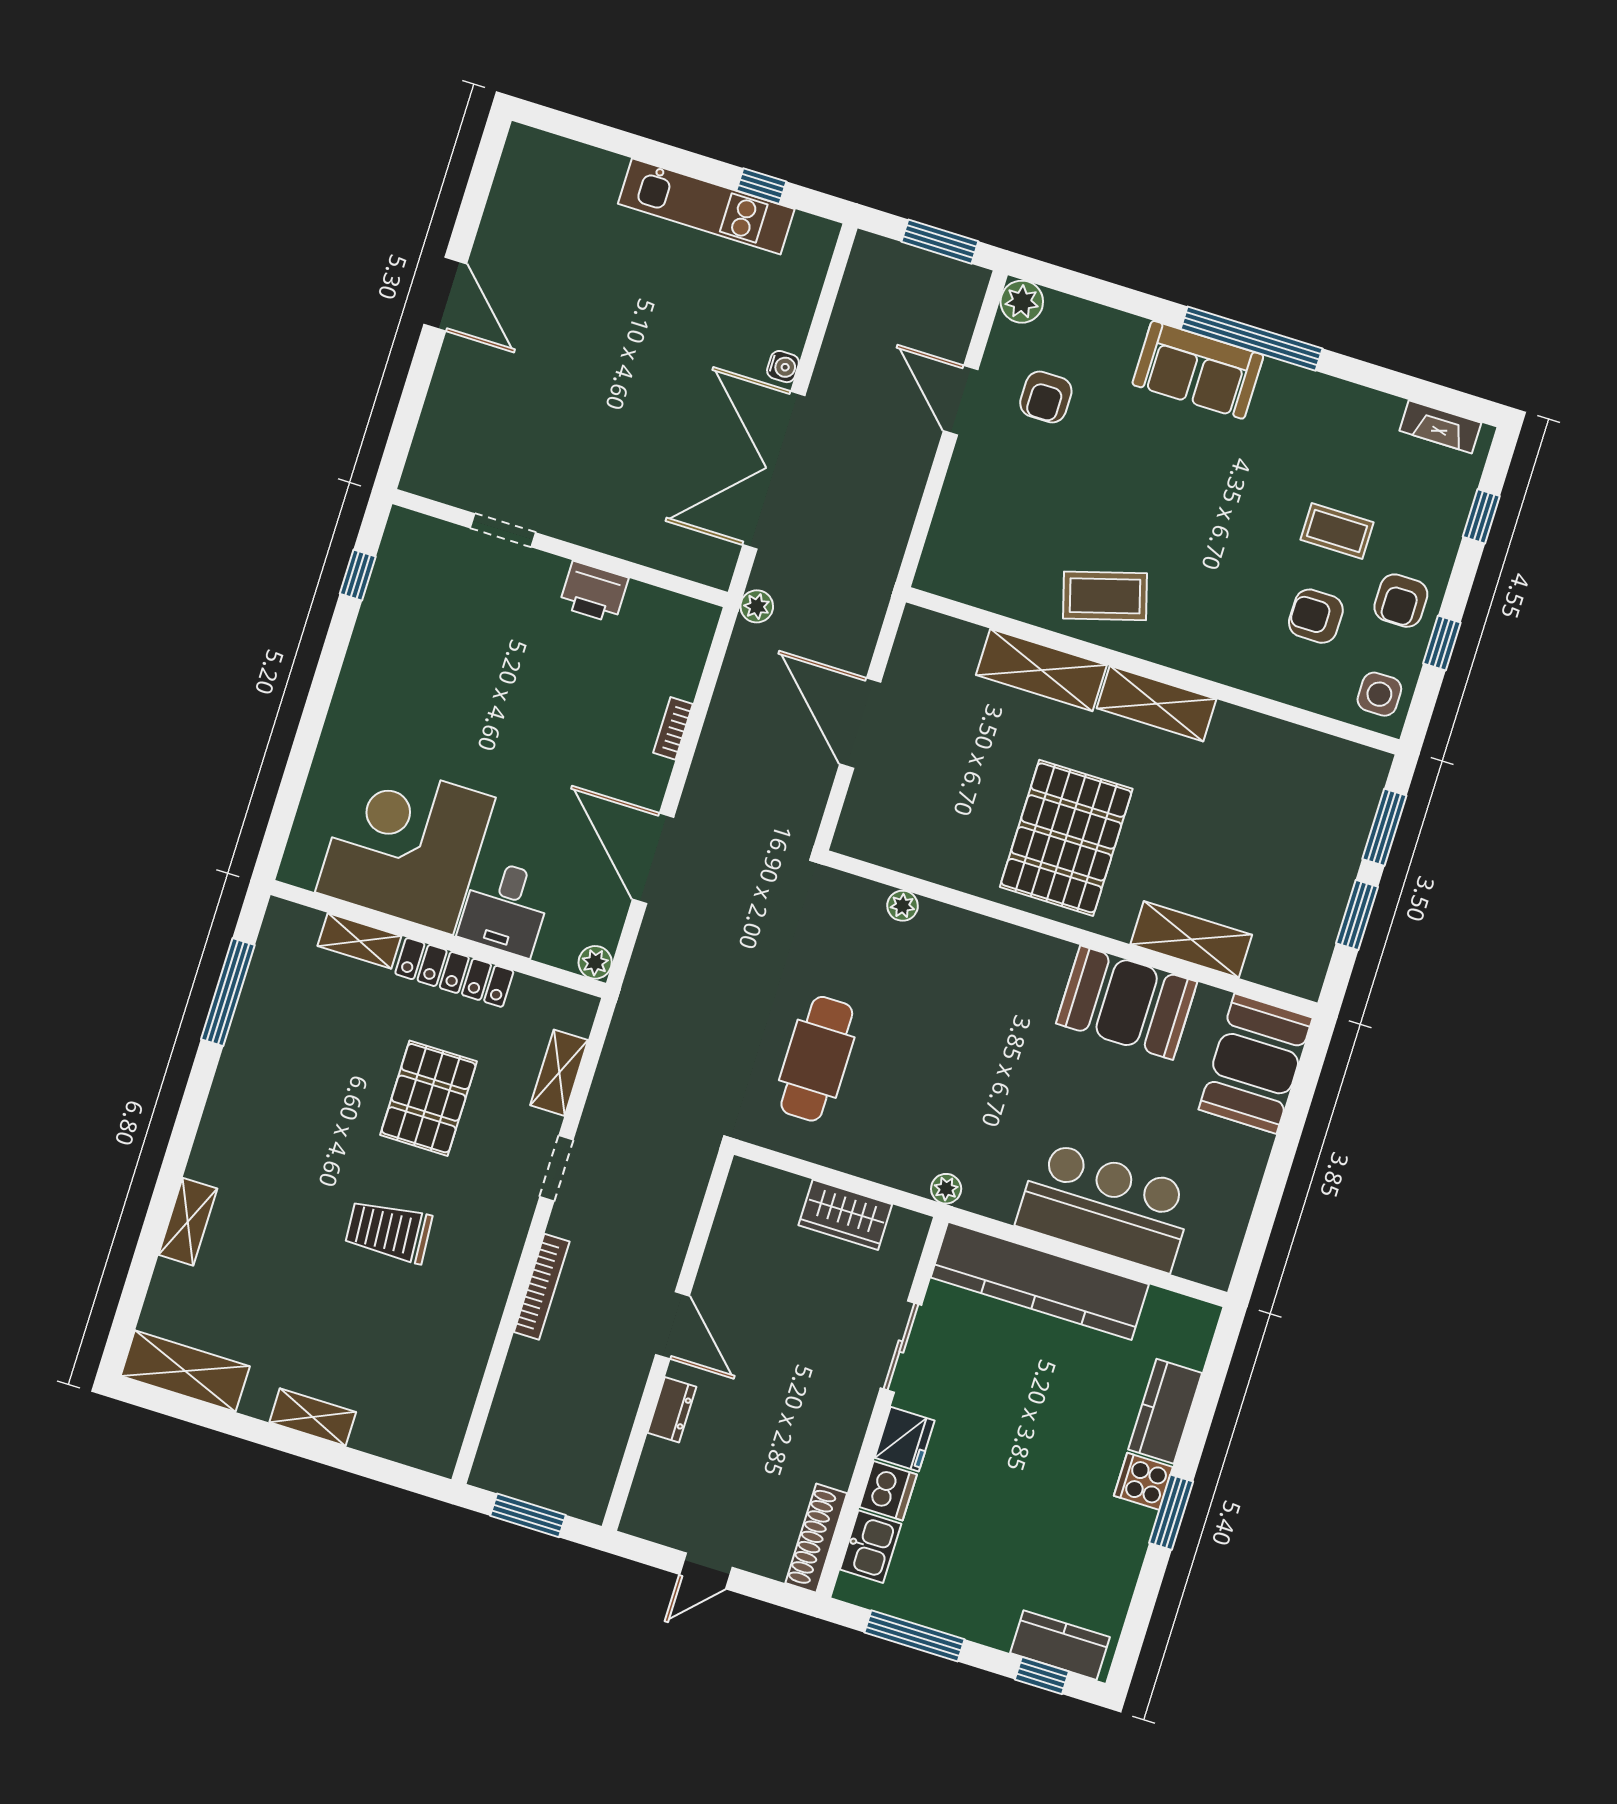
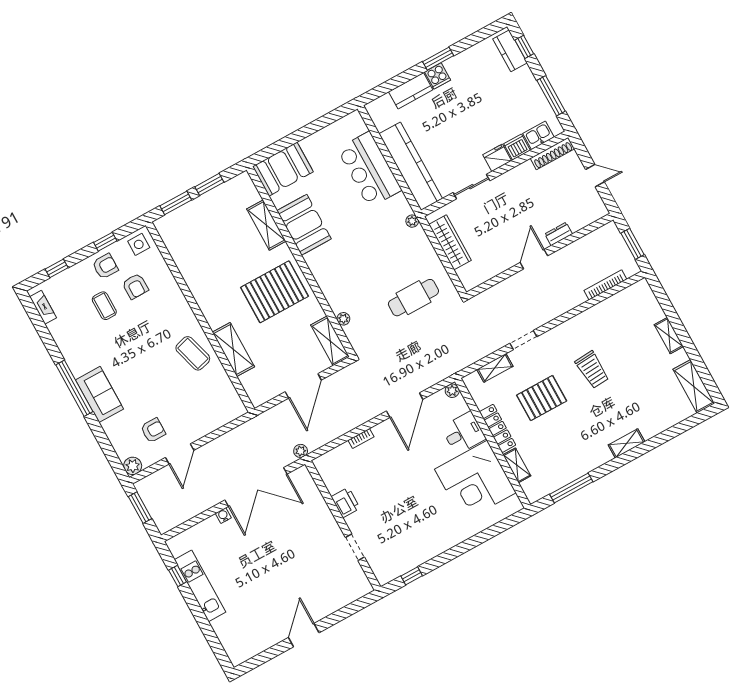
shelving: (1157, 704) -> (330, 341), moved
wardrobe: (845, 1215) -> (450, 242), width x1.50
shelving: (188, 1222) -> (627, 443), moved
bookcase: (542, 1287) -> (605, 285), moved

